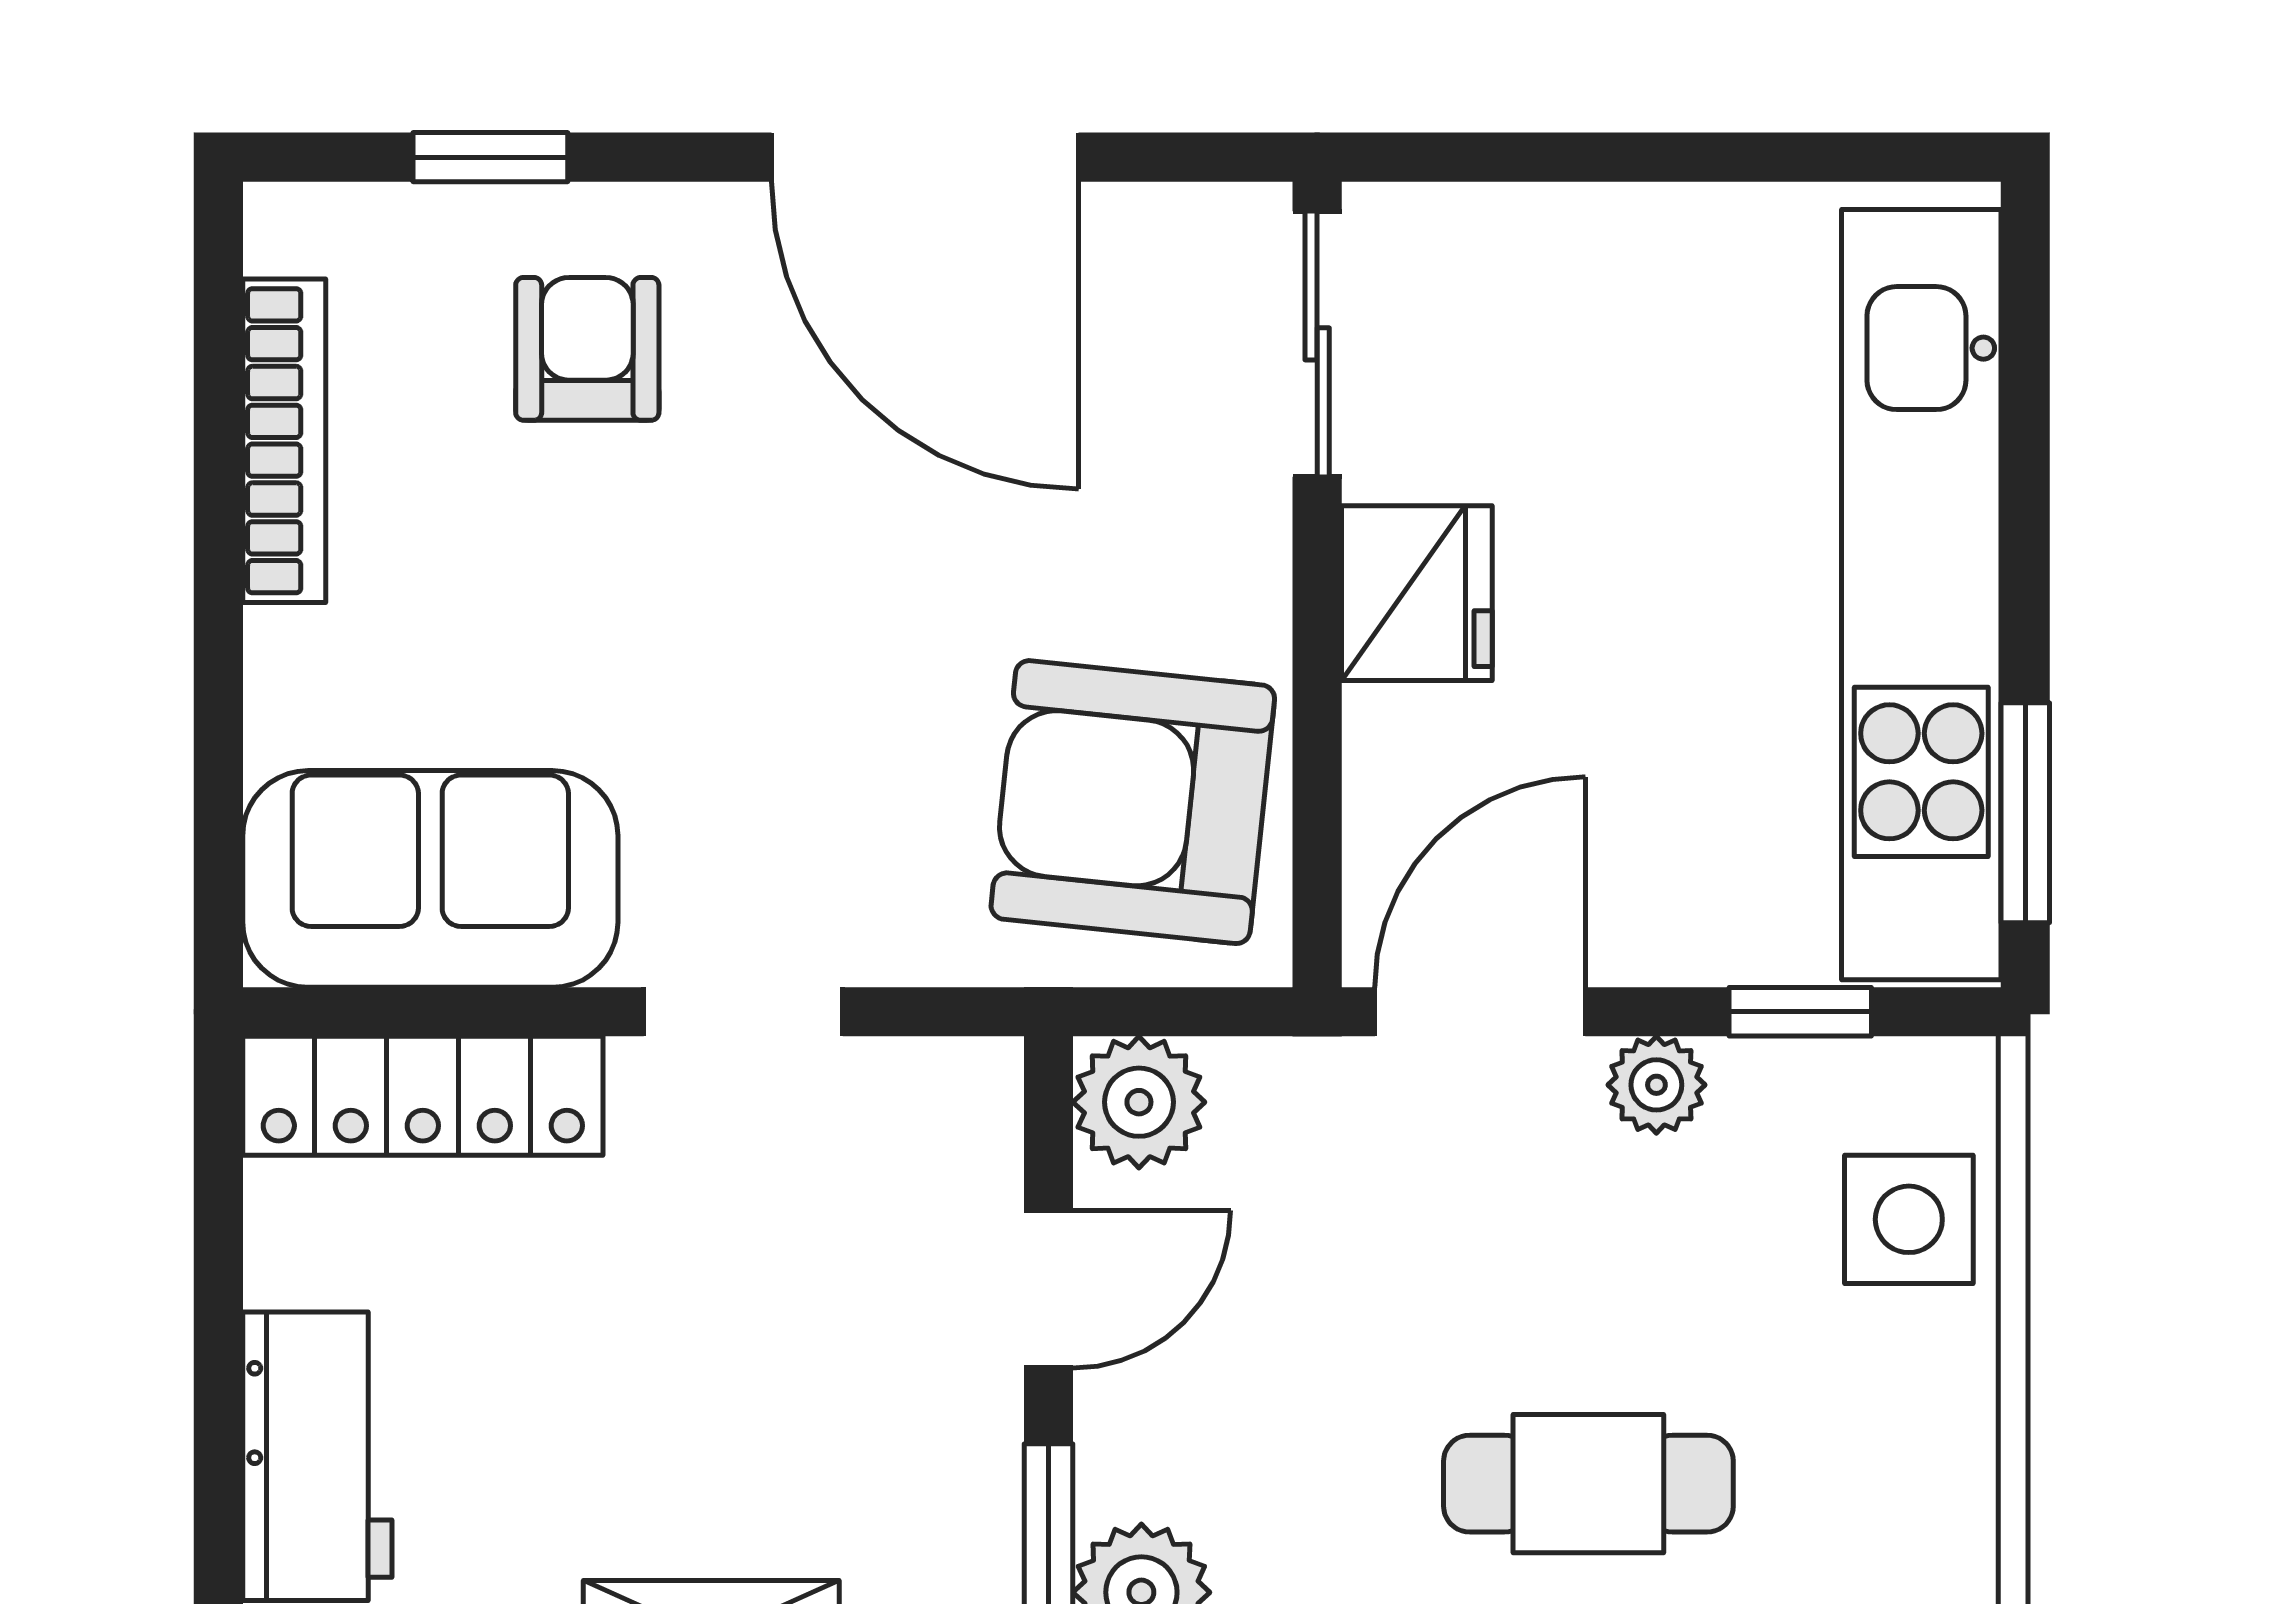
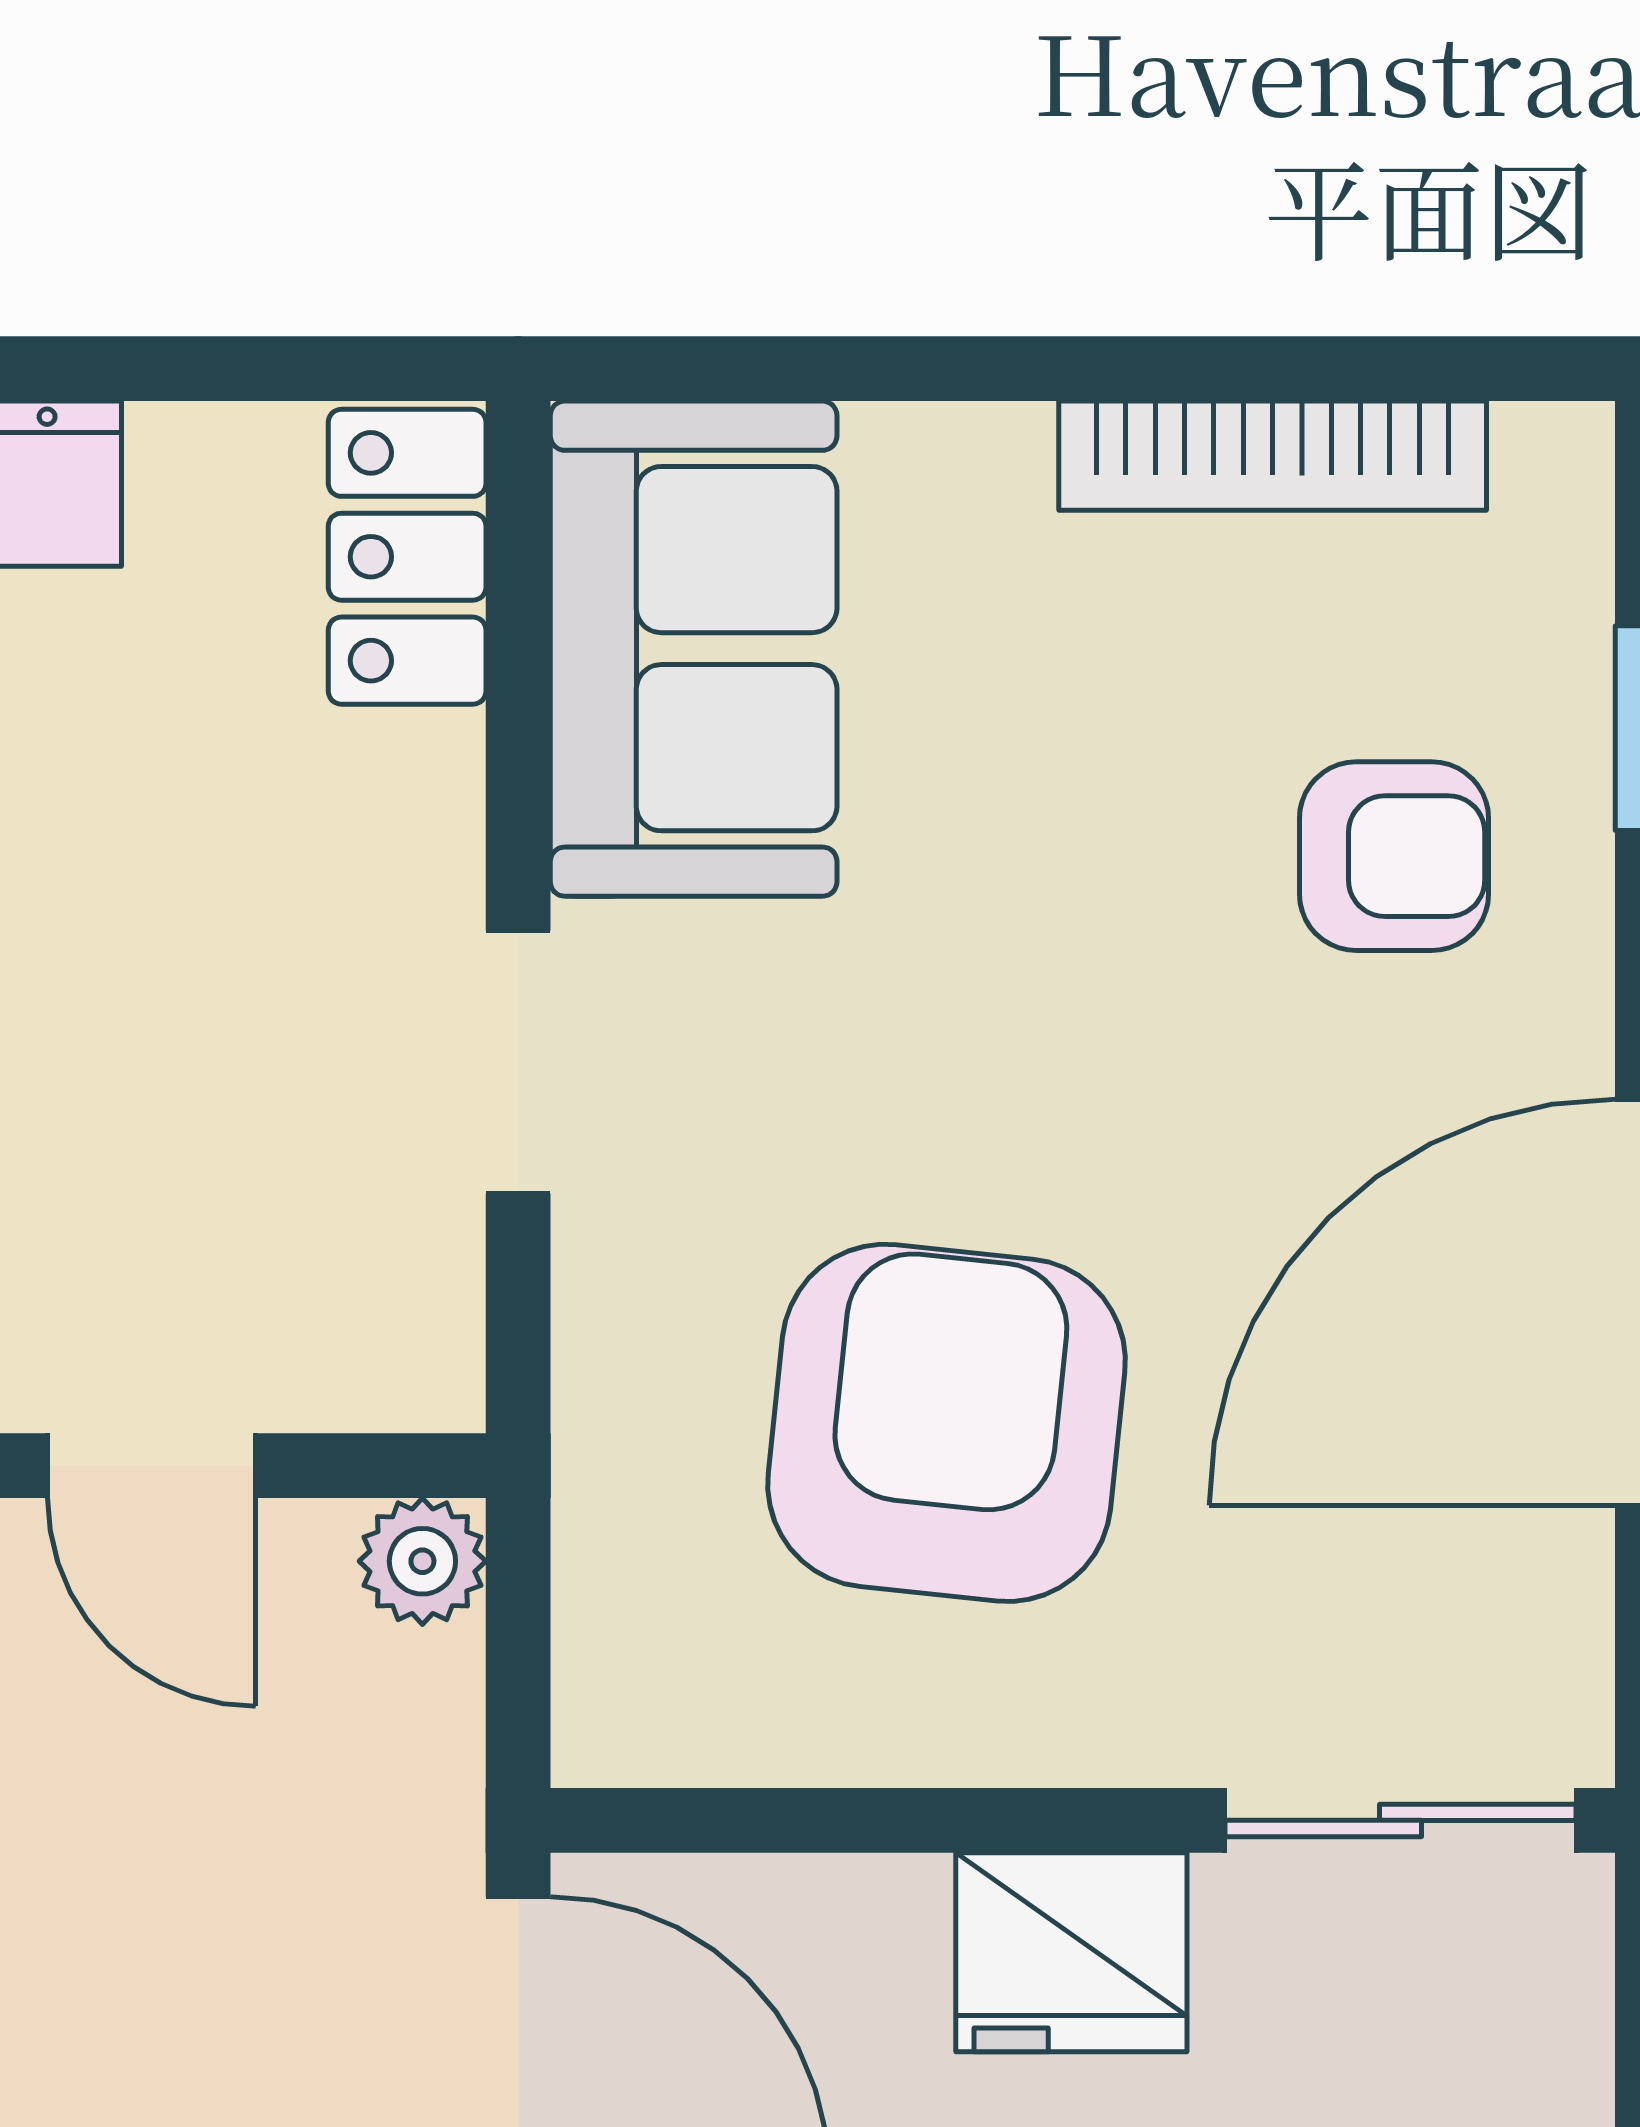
armchair: (1133, 802) -> (947, 1423), moved
locker: (423, 1096) -> (407, 557), width x0.66
plant: (1139, 1102) -> (422, 1561), width x0.73, depth x0.73

